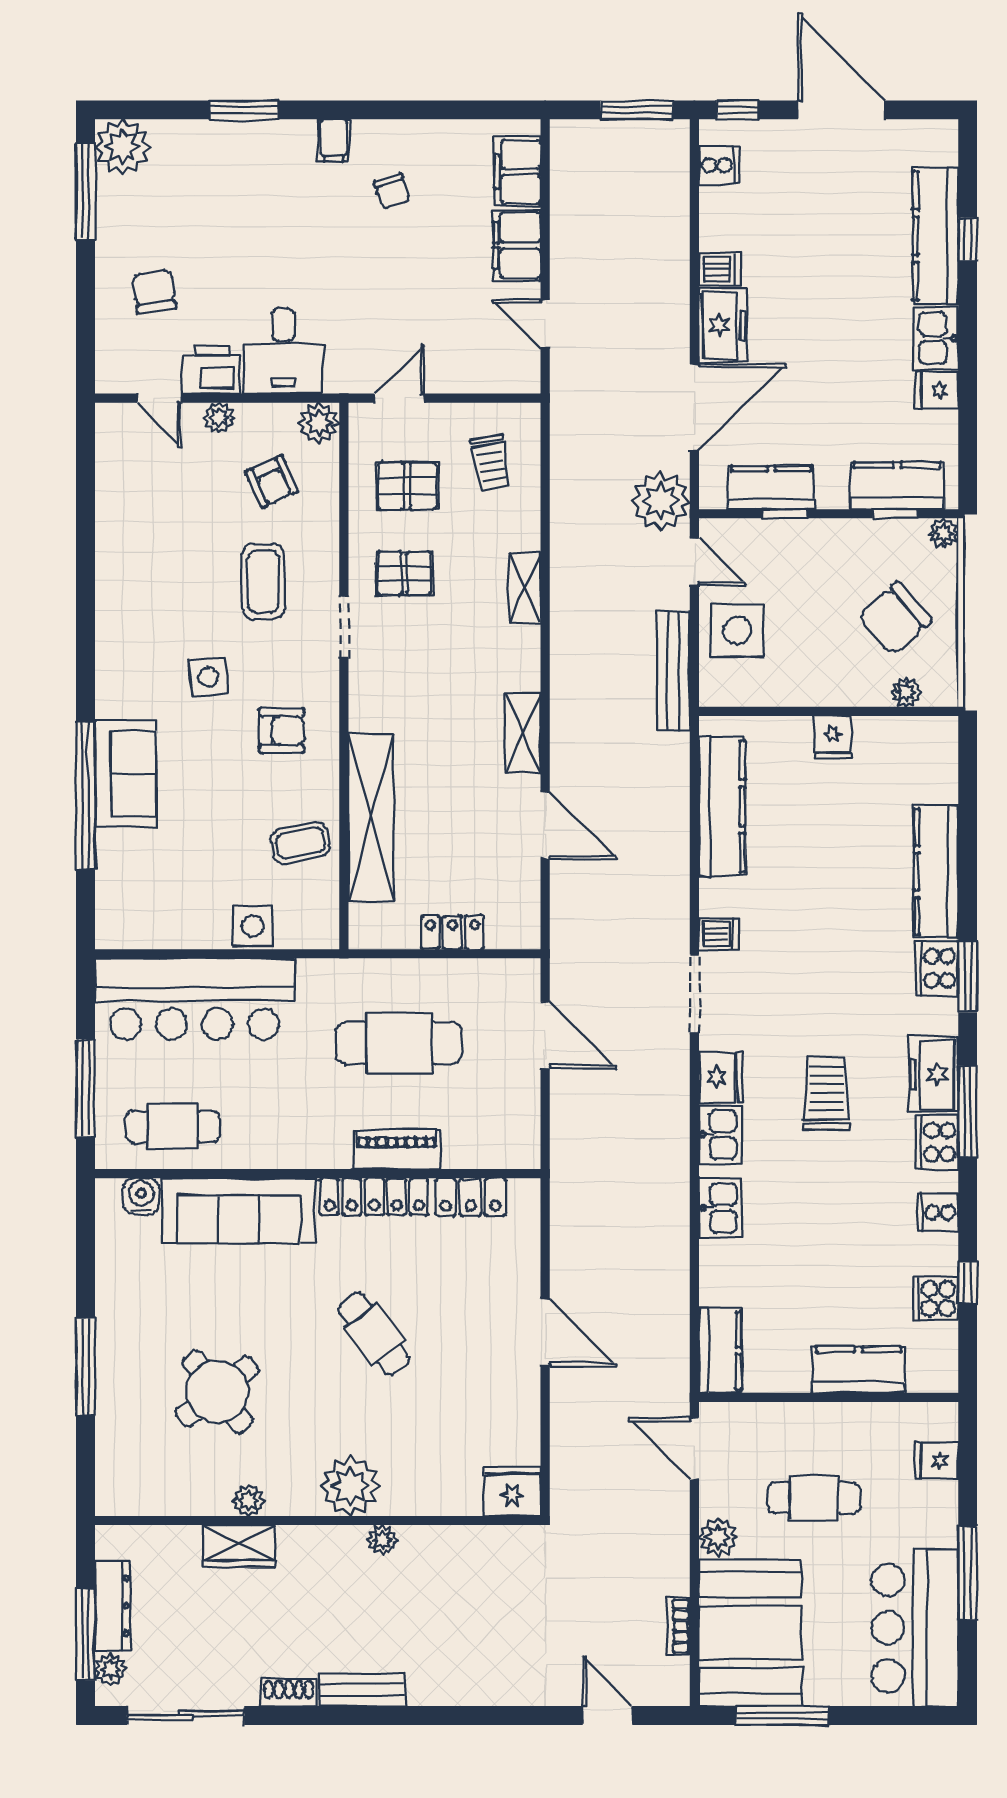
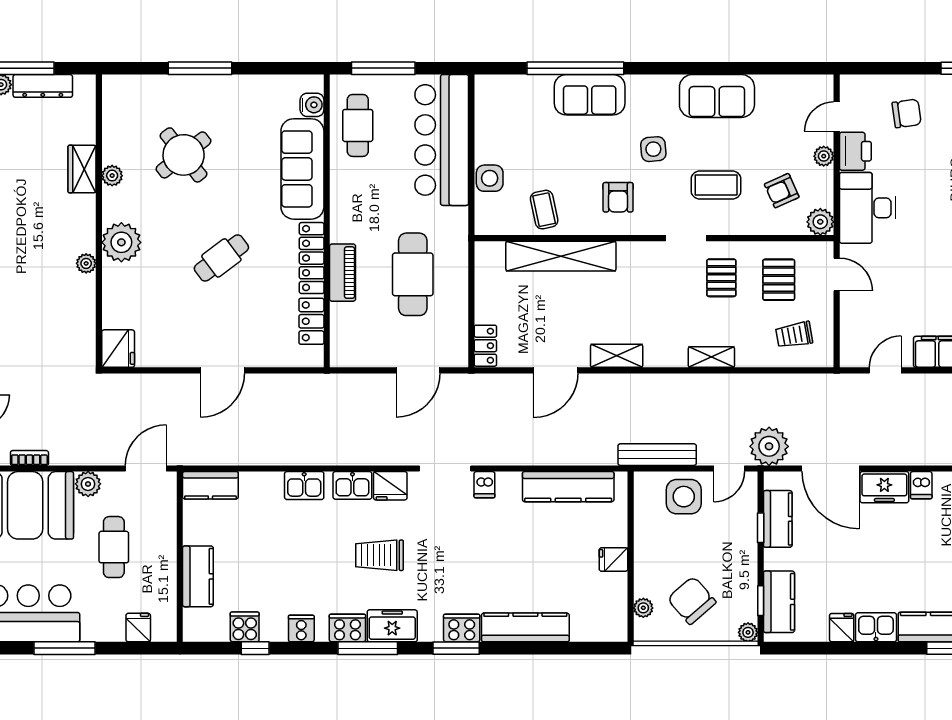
desk: (283, 351) -> (867, 208), width x1.37
sofa: (128, 580) -> (717, 96), added
locker: (453, 932) -> (485, 346), moved
trolley: (826, 1093) -> (380, 555), turned 180

